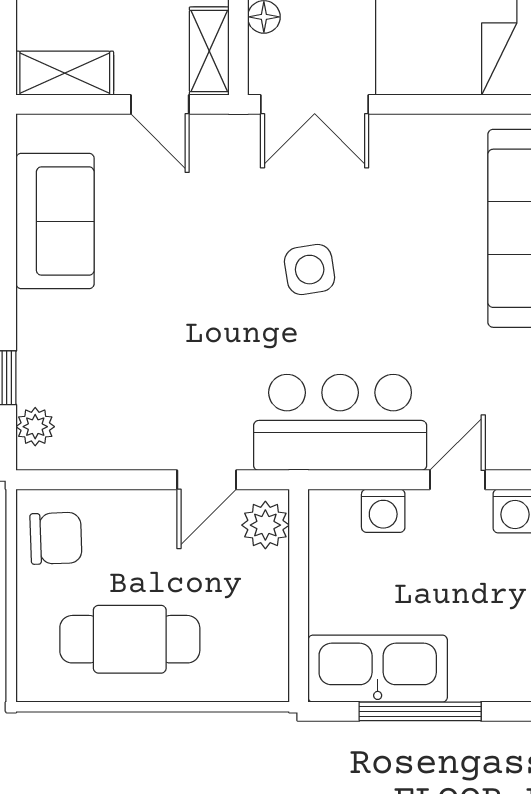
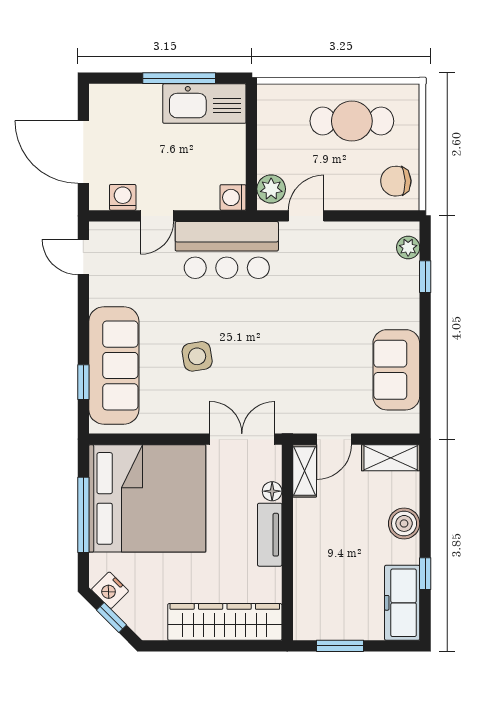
door: (160, 104) -> (334, 439), swing flipped
side table: (310, 270) -> (197, 356), moved
washing machine: (383, 511) -> (233, 197), moved, turned -90

